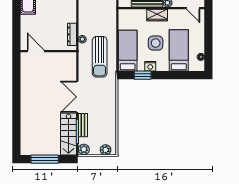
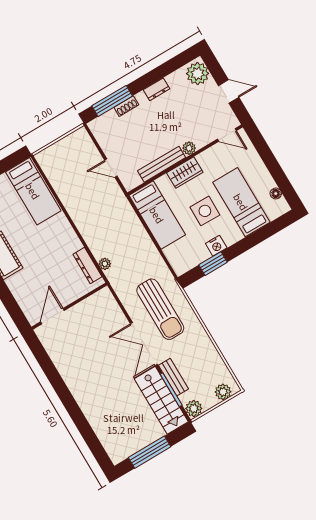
door: (36, 51) -> (52, 316), hinge flipped
bed: (128, 51) -> (157, 215), moved, turned 180
sun lounger: (100, 57) -> (160, 309), moved

